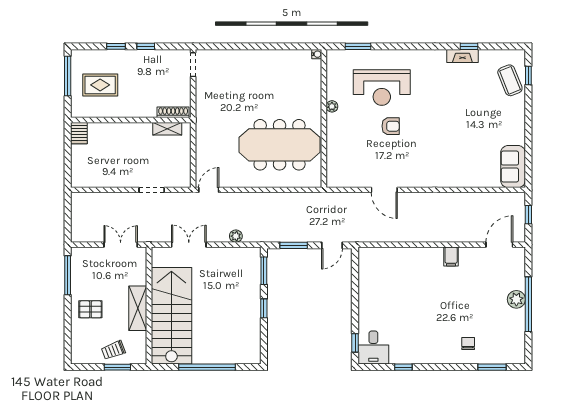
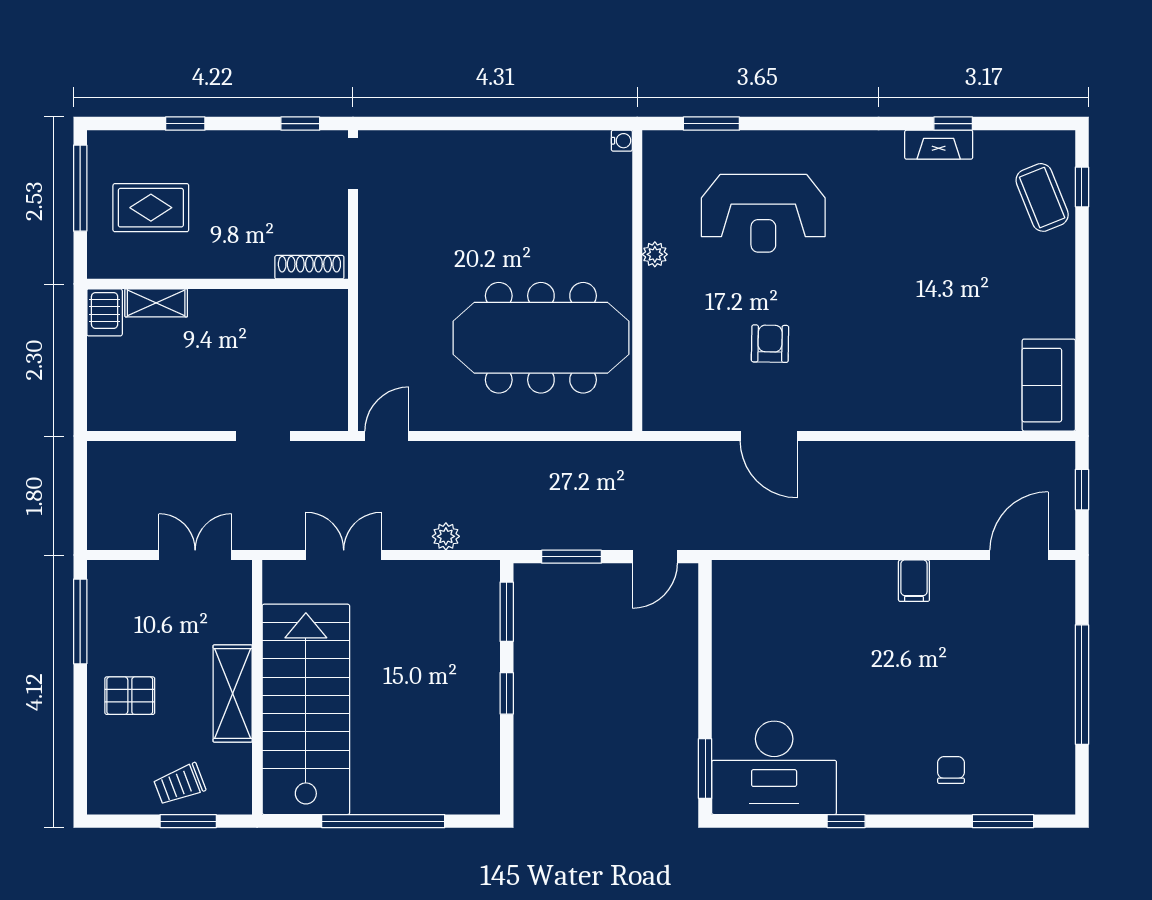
window: (146, 46) -> (300, 124), moved
armchair: (391, 126) -> (770, 344), moved, turned -89
shelving: (167, 129) -> (156, 303), moved
plant: (516, 299) -> (1056, 674), removed
window: (355, 343) -> (705, 769), width x1.50
desk: (373, 347) -> (774, 768), width x1.87, depth x1.30
window: (403, 367) -> (846, 821), moved

